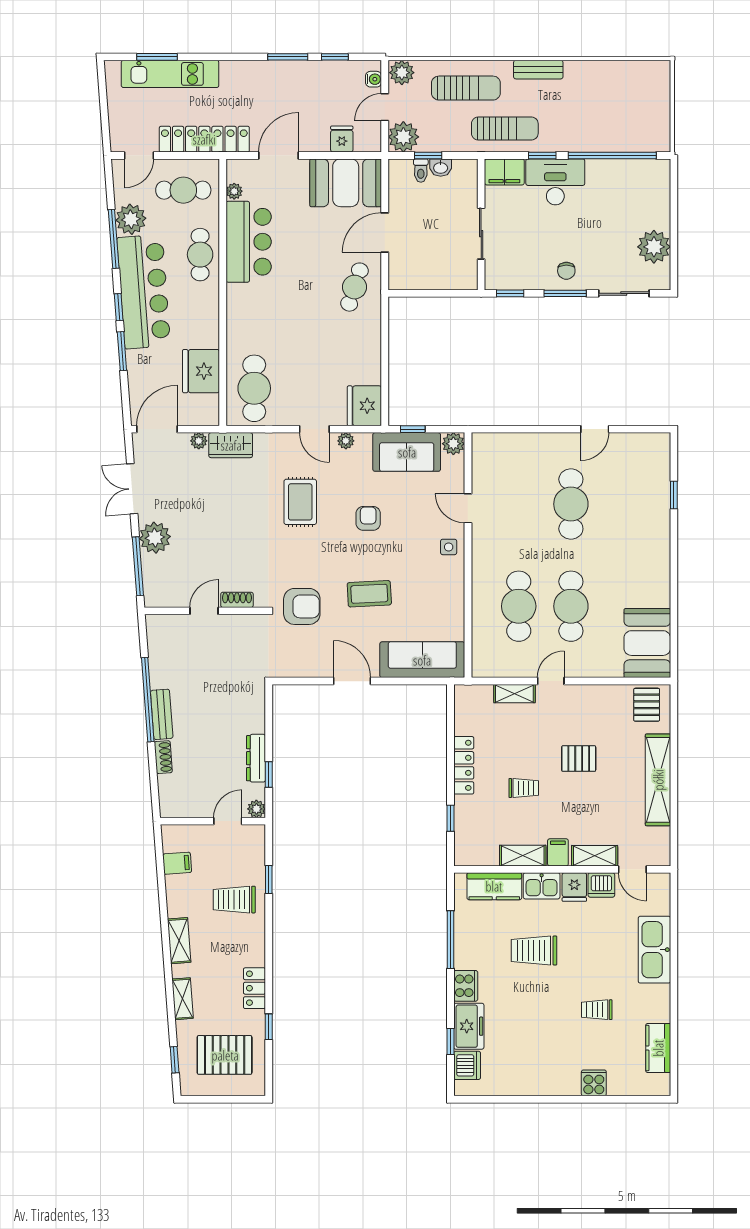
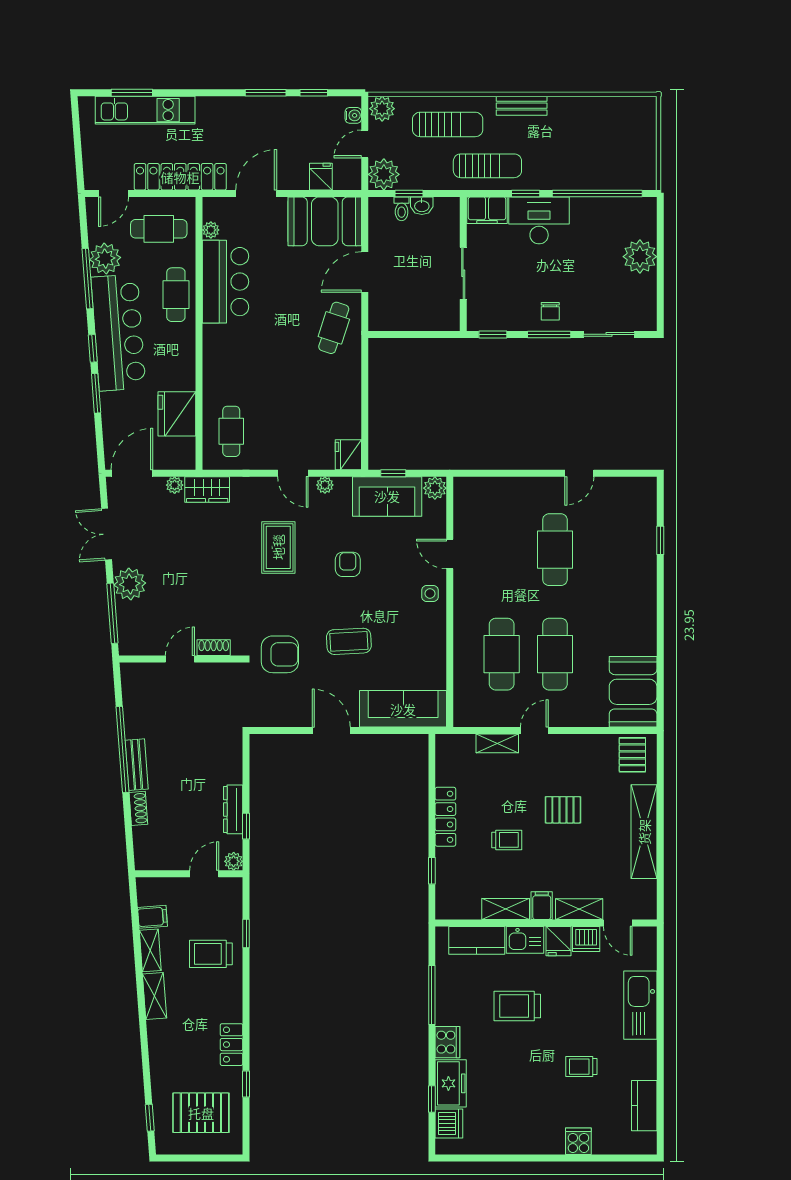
plant: (654, 247) -> (640, 257), moved
cafe table: (254, 388) -> (231, 431), width x0.73, depth x0.74
fridge: (364, 406) -> (348, 455), width x0.73, depth x0.75
shelving: (183, 999) -> (150, 950), moved

